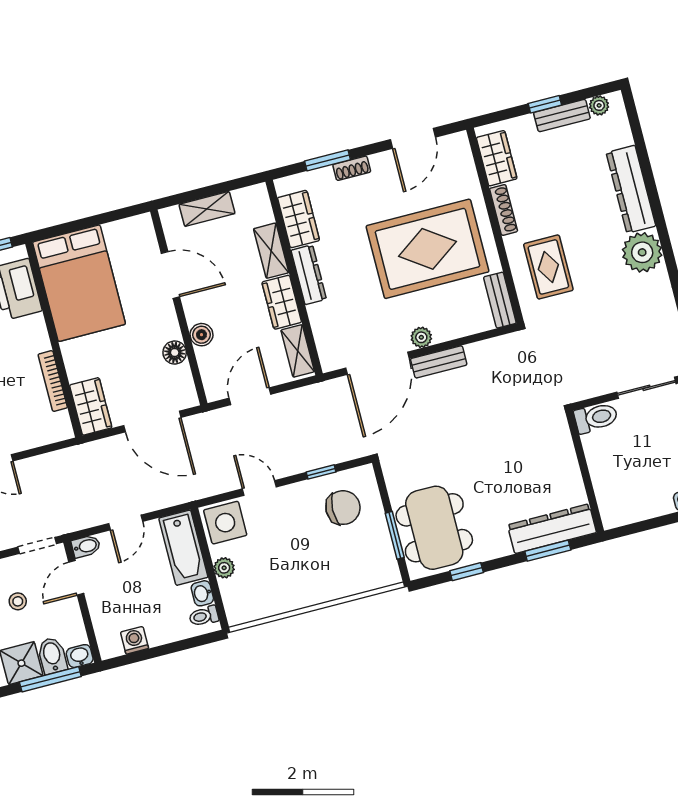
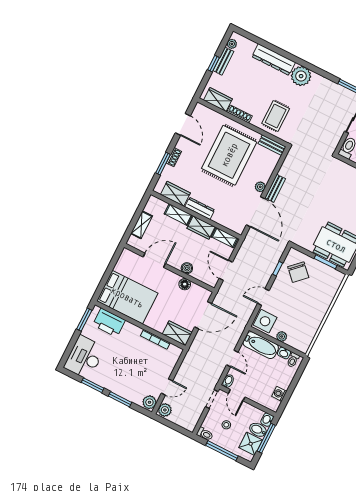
rug: (548, 267) -> (276, 116), turned 90
chair: (343, 508) -> (298, 272), turned 135

